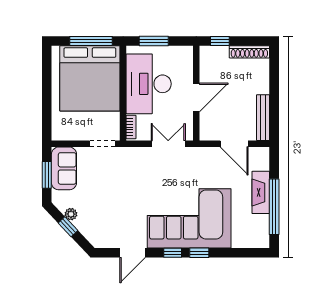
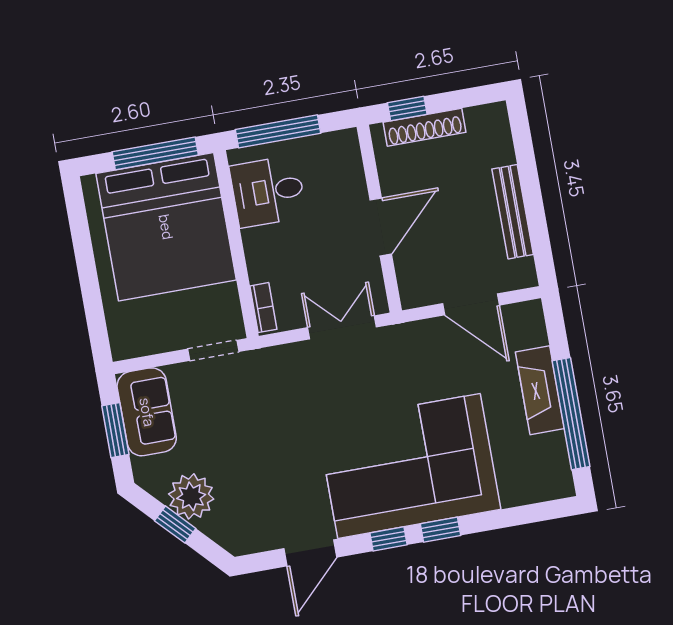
window: (154, 41) -> (278, 131), width x1.44
shoe rack: (249, 52) -> (425, 127), moved
desk: (149, 84) -> (268, 191), width x0.53, depth x0.77
bench: (263, 118) -> (513, 212), moved
plant: (71, 214) -> (191, 496), width x1.88, depth x1.88

